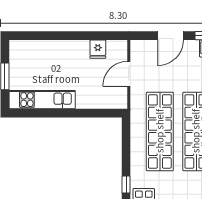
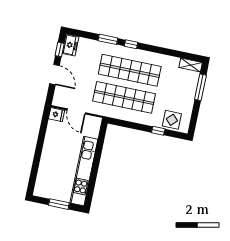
fridge: (98, 49) -> (57, 115), moved
kitchen unit: (42, 100) -> (84, 171), width x1.36

